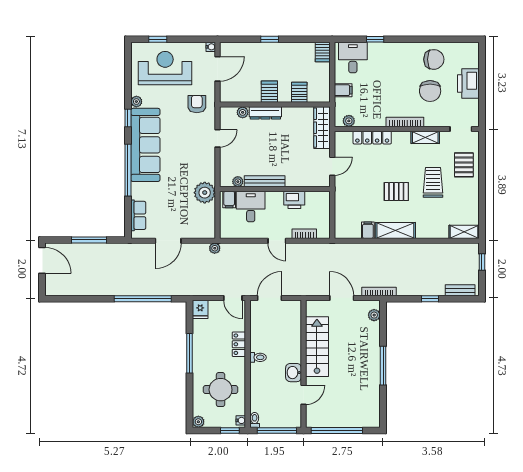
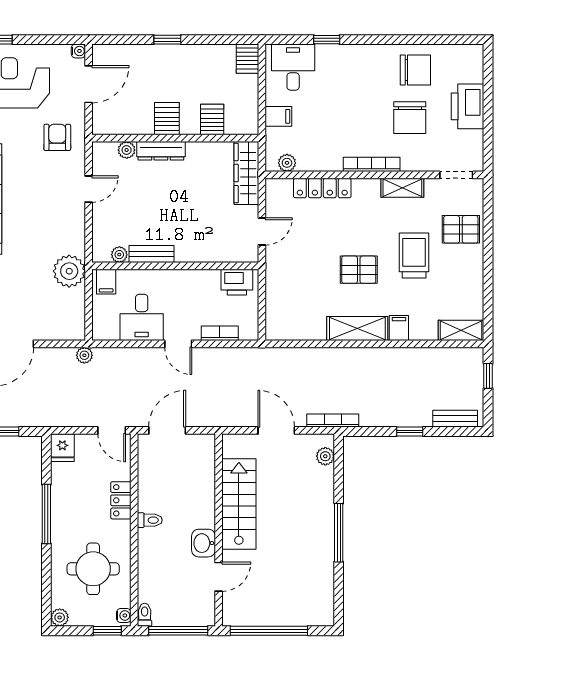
pallet: (464, 165) -> (461, 229), turned 90
bench: (265, 181) -> (152, 254), width x0.73
printer: (294, 200) -> (237, 282), moved
desk: (251, 207) -> (142, 317), moved, turned 180
filing cabinet: (368, 230) -> (399, 328), moved

